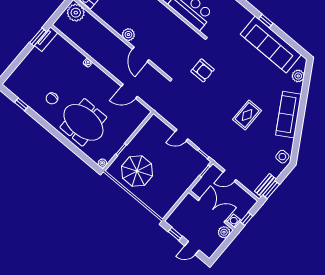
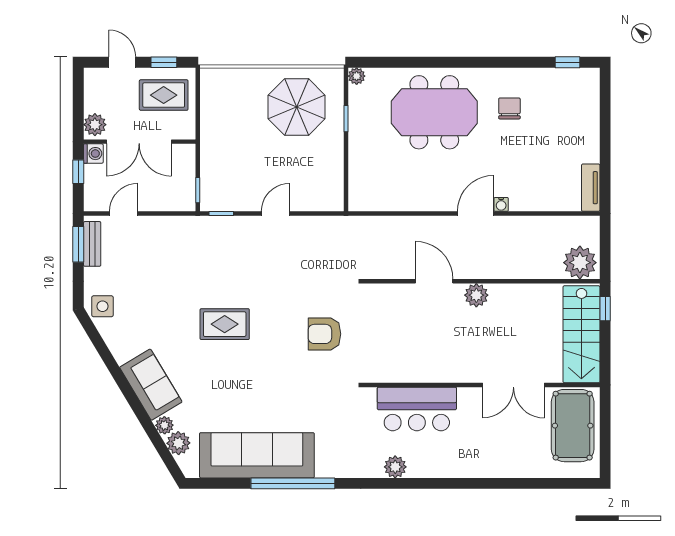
window: (266, 21) -> (293, 483), width x3.17
window: (38, 37) -> (605, 181), removed
plant: (298, 88) -> (164, 425), added
door: (129, 91) -> (476, 214), moved
window: (21, 104) -> (567, 62), moved
rug: (247, 115) -> (225, 324), moved, turned 90
sofa: (289, 115) -> (151, 385), width x0.73
door: (230, 176) -> (124, 214), moved
rug: (186, 221) -> (164, 95), added
door: (192, 248) -> (122, 62), hinge flipped

